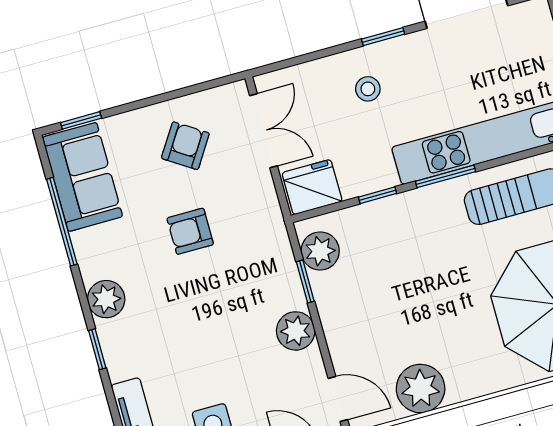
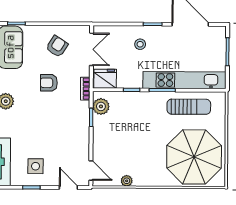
bookcase: (274, 222) -> (85, 89), added
plant: (296, 331) -> (81, 137), removed
plant: (421, 389) -> (127, 181), width x0.53, depth x0.53

